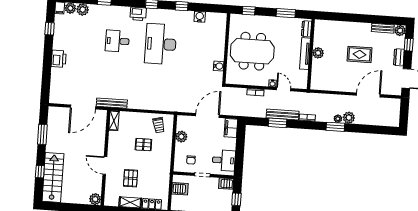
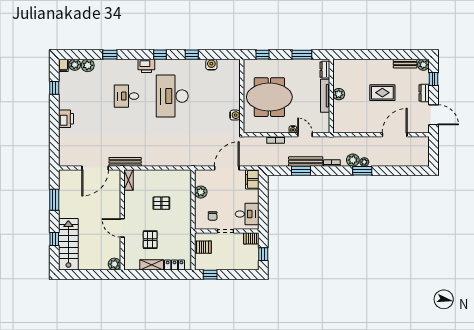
plant: (349, 118) -> (353, 160), moved
trolley: (159, 125) -> (176, 182), removed

